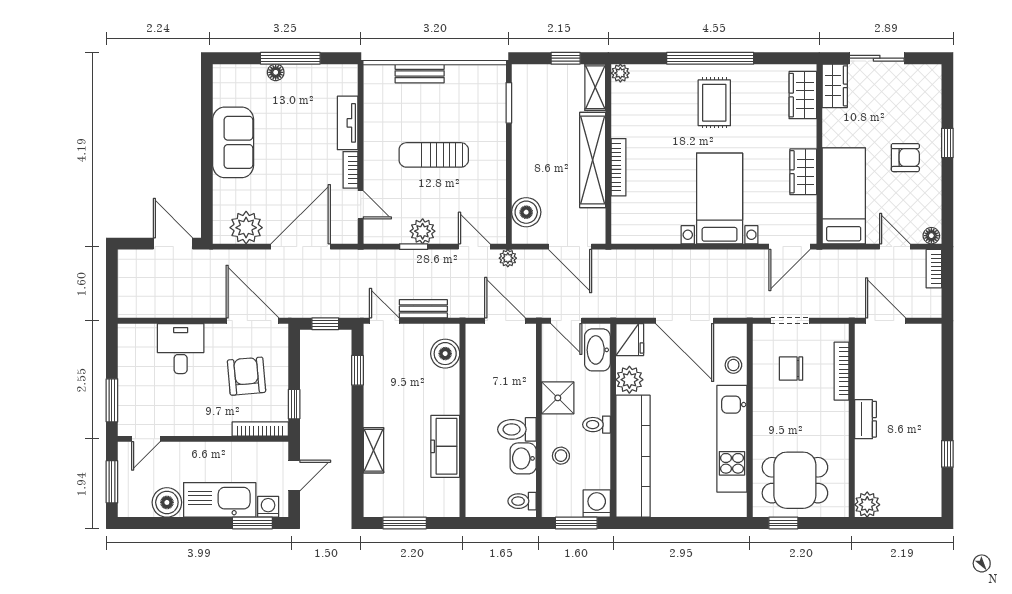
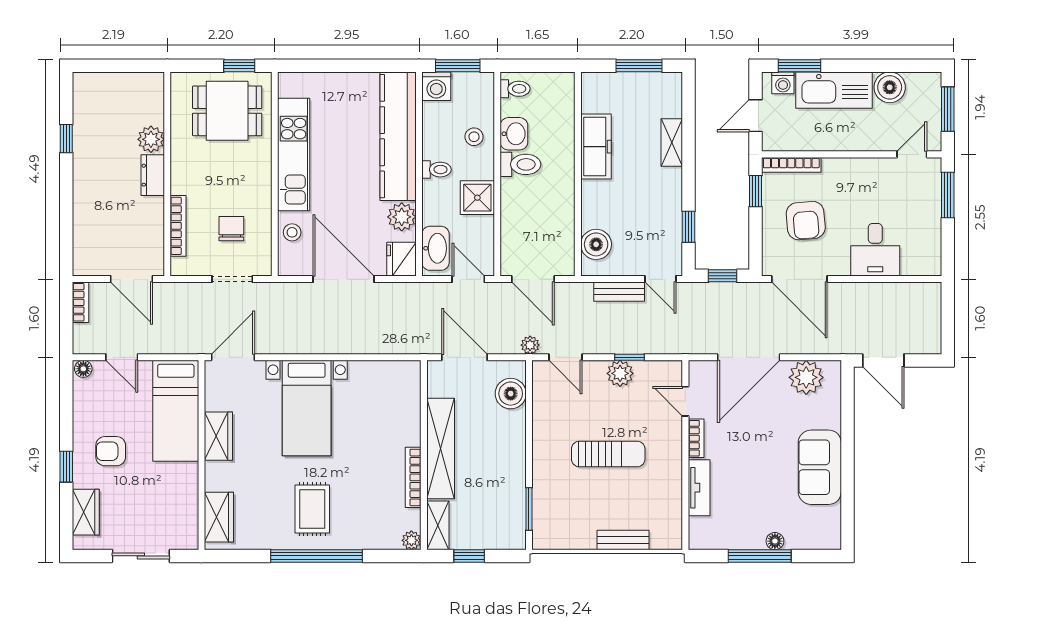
wardrobe: (835, 86) -> (86, 512), moved, turned 180
bookcase: (619, 167) -> (413, 477), moved
bookcase: (934, 269) -> (81, 302), moved
chair: (791, 369) -> (231, 229), turned -90
plant: (867, 505) -> (151, 139), moved

